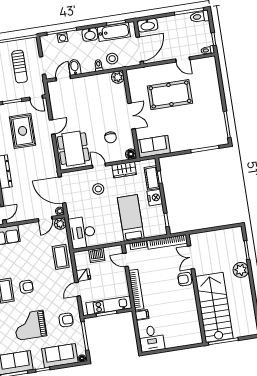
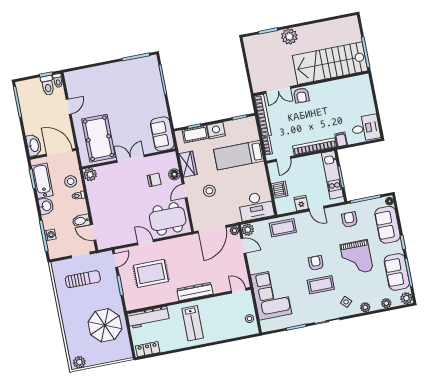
toilet: (200, 17) -> (48, 85), moved
pool table: (170, 95) -> (99, 138), moved
floor lamp: (131, 154) -> (174, 174), moved

